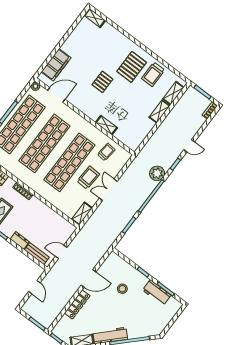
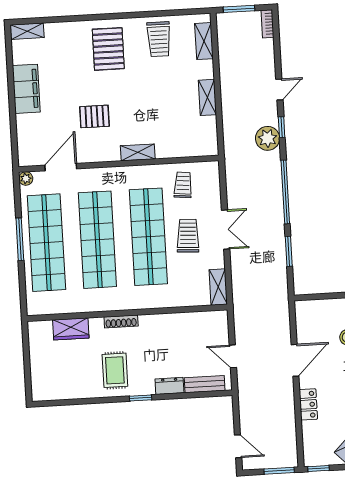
filing cabinet: (56, 65) -> (26, 89), moved
pallet: (132, 67) -> (108, 49), moved
pallet: (102, 82) -> (94, 116), moved, turned 90
shelving: (159, 112) -> (207, 97), moved
shelving: (106, 125) -> (138, 152), moved
plant: (157, 173) -> (268, 138), moved
double door: (108, 190) -> (226, 230), swing flipped
door: (61, 252) -> (233, 356), hinge flipped
door: (34, 287) -> (238, 446), moved
locker: (77, 304) -> (308, 404), width x0.66

